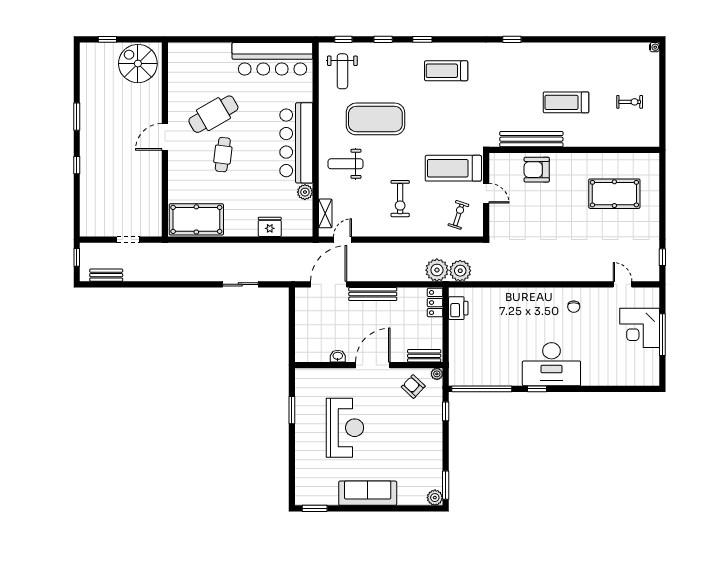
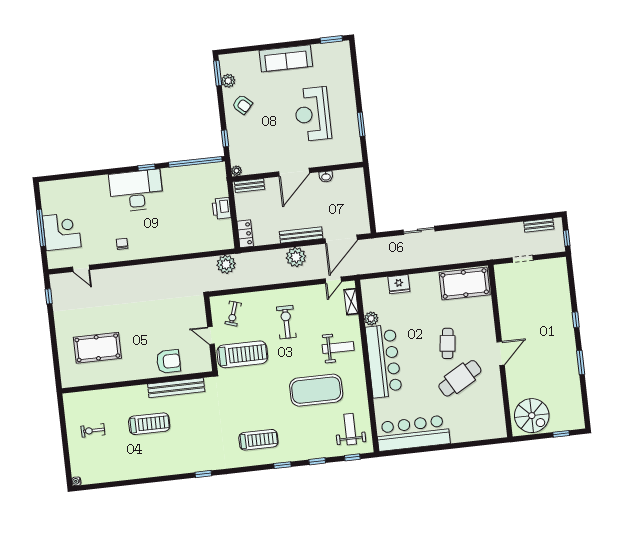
plant: (437, 270) -> (296, 257), moved
printer: (458, 308) -> (222, 208), moved
armchair: (413, 387) -> (242, 104), moved
plant: (435, 498) -> (228, 81), moved

